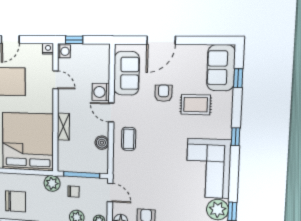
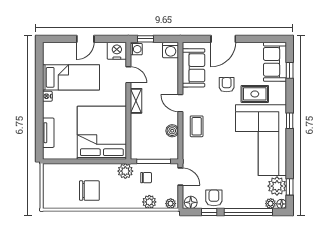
nightstand: (48, 49) -> (117, 51), width x1.89, depth x1.79
washing machine: (101, 92) -> (171, 50), moved, turned -90
shelving: (63, 127) -> (136, 101), moved
corner sofa: (208, 168) -> (261, 140), width x1.36, depth x1.36

